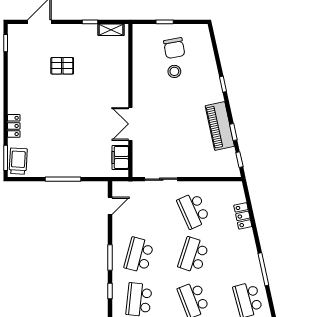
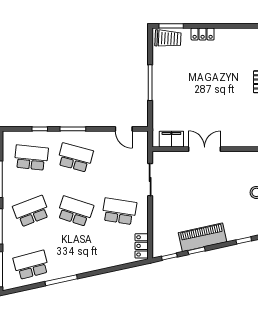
school desk: (193, 210) -> (119, 211), turned 33
locker: (243, 216) -> (142, 246), moved, turned -78

